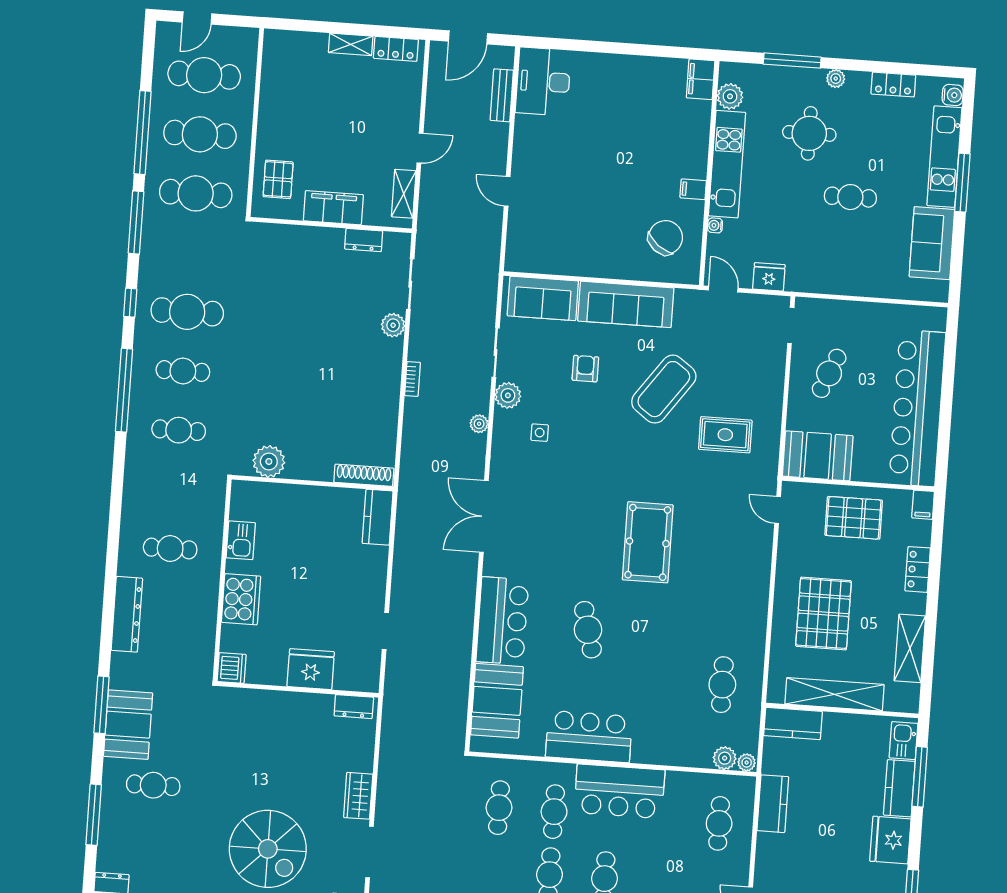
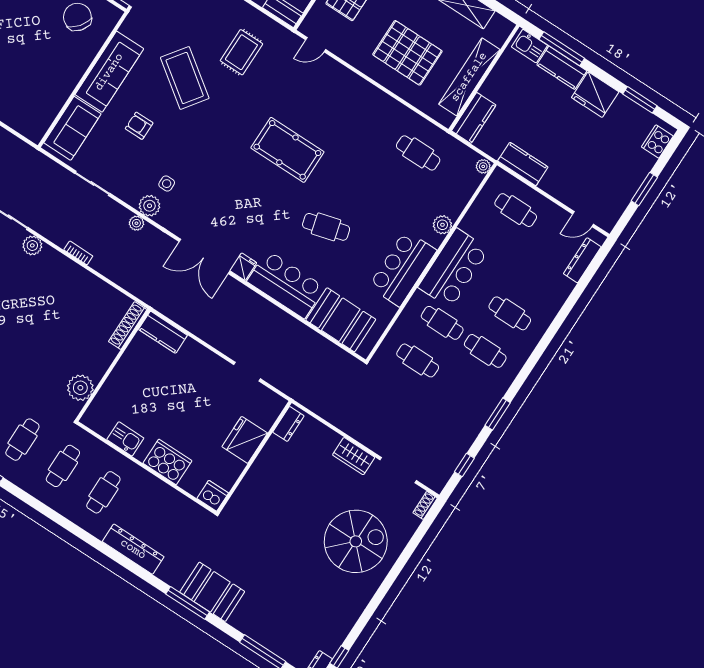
plant: (508, 395) -> (150, 206), moved
fridge: (496, 565) -> (243, 267), added
plant: (725, 758) -> (442, 225), moved
cafe table: (153, 785) -> (63, 466), moved

